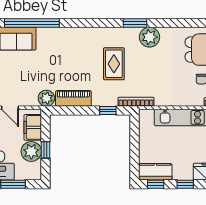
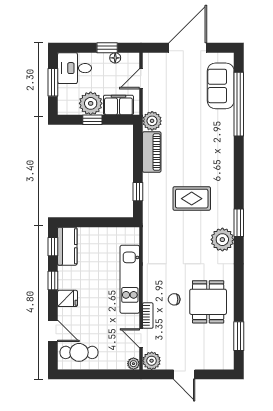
bookcase: (136, 102) -> (148, 224), removed

